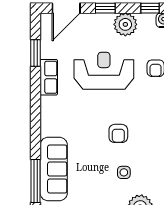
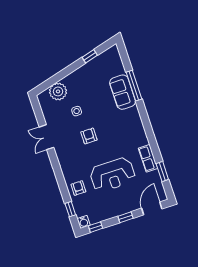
plant: (125, 24) -> (108, 211), removed
sofa: (54, 169) -> (123, 92), width x0.73

